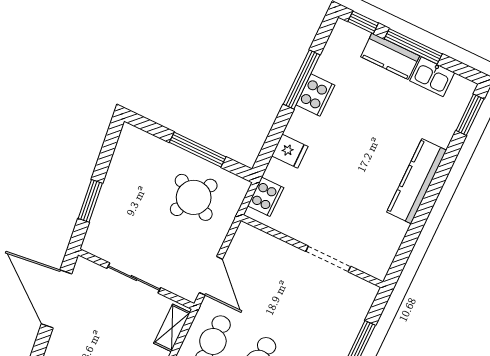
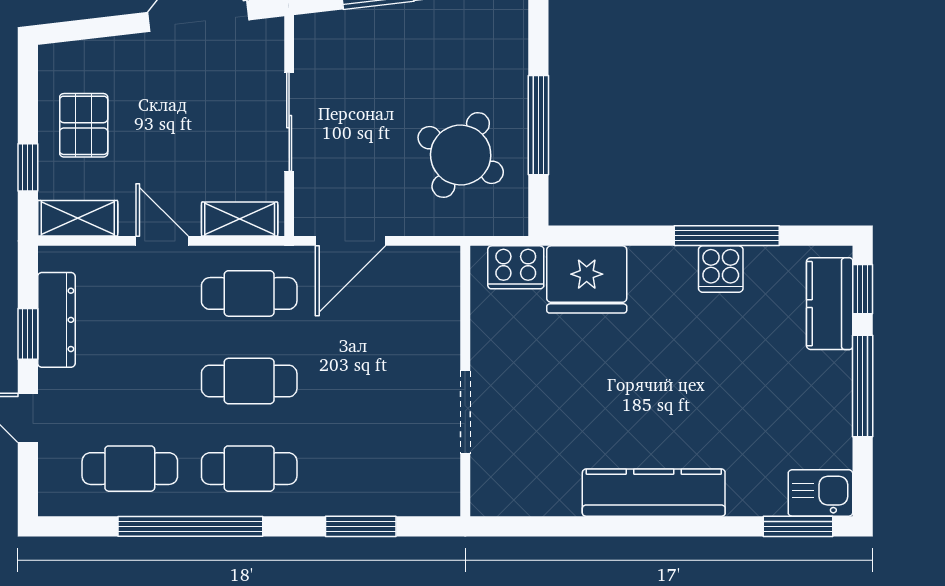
kitchen counter: (390, 56) -> (830, 304), moved
kitchen sink: (432, 77) -> (820, 493), moved, turned 90
cooker: (315, 95) -> (721, 269), width x0.73
fridge: (290, 151) -> (587, 279), width x1.88, depth x1.34

